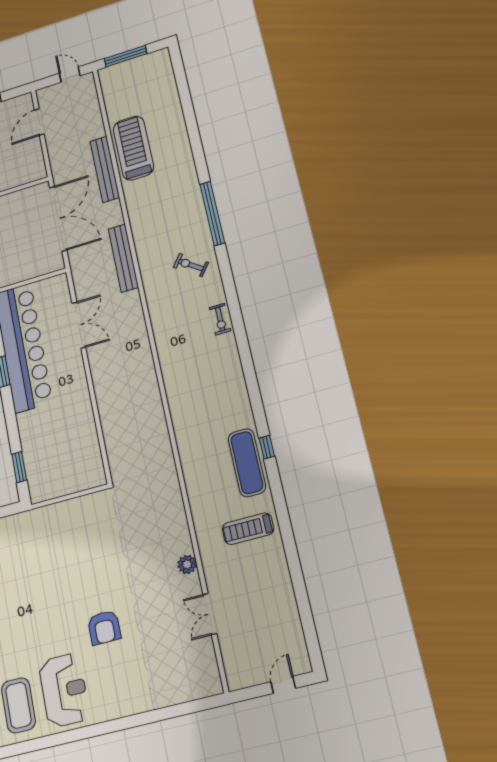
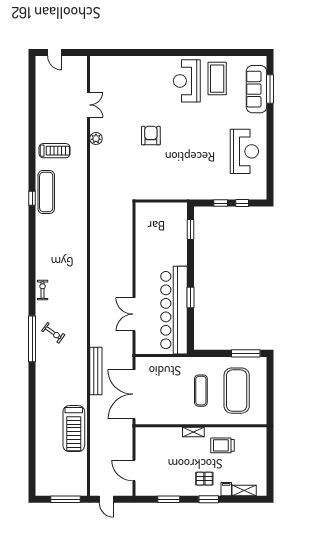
door: (39, 122) -> (134, 471), swing flipped
bench: (105, 169) -> (96, 420), removed
window: (212, 213) -> (32, 339), moved
bench: (123, 258) -> (96, 371), moved
armchair: (104, 628) -> (151, 136), moved
door: (283, 685) -> (54, 53), hinge flipped

